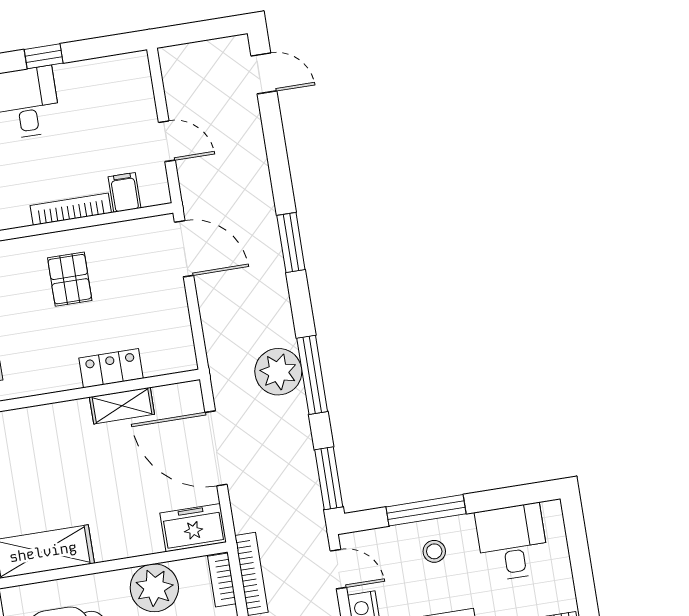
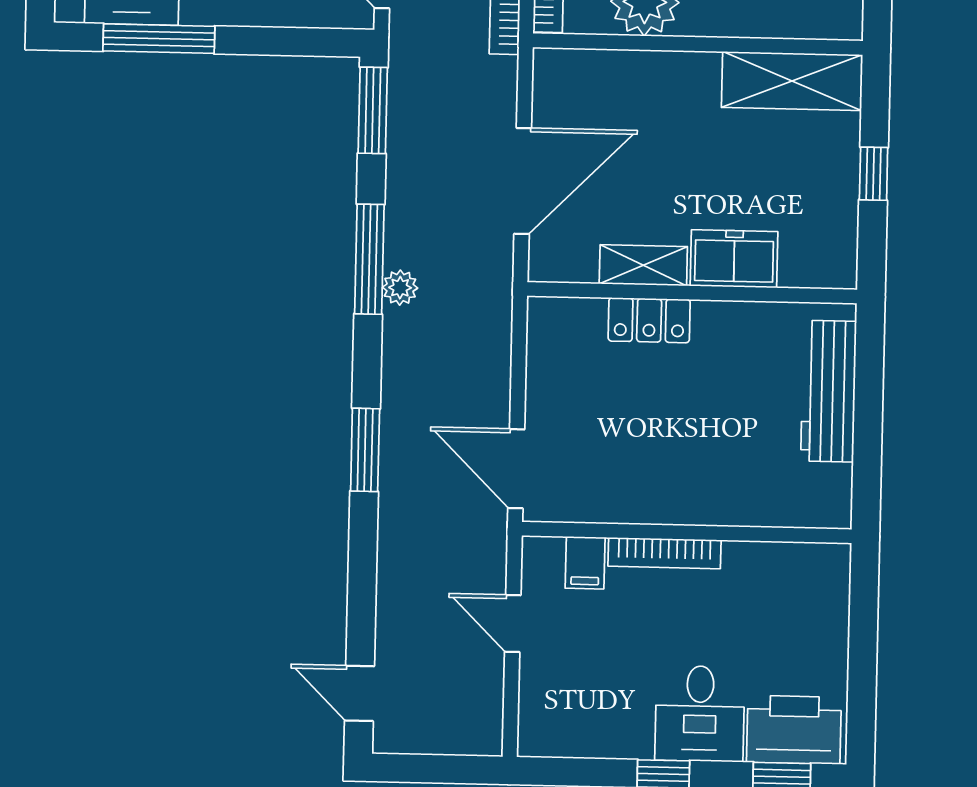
pallet: (70, 279) -> (684, 456), removed
plant: (278, 372) -> (400, 288), width x0.53, depth x0.53
door: (216, 448) -> (523, 181), hinge flipped
window: (426, 510) -> (159, 39), moved
freezer: (193, 528) -> (734, 259), moved, turned 180

